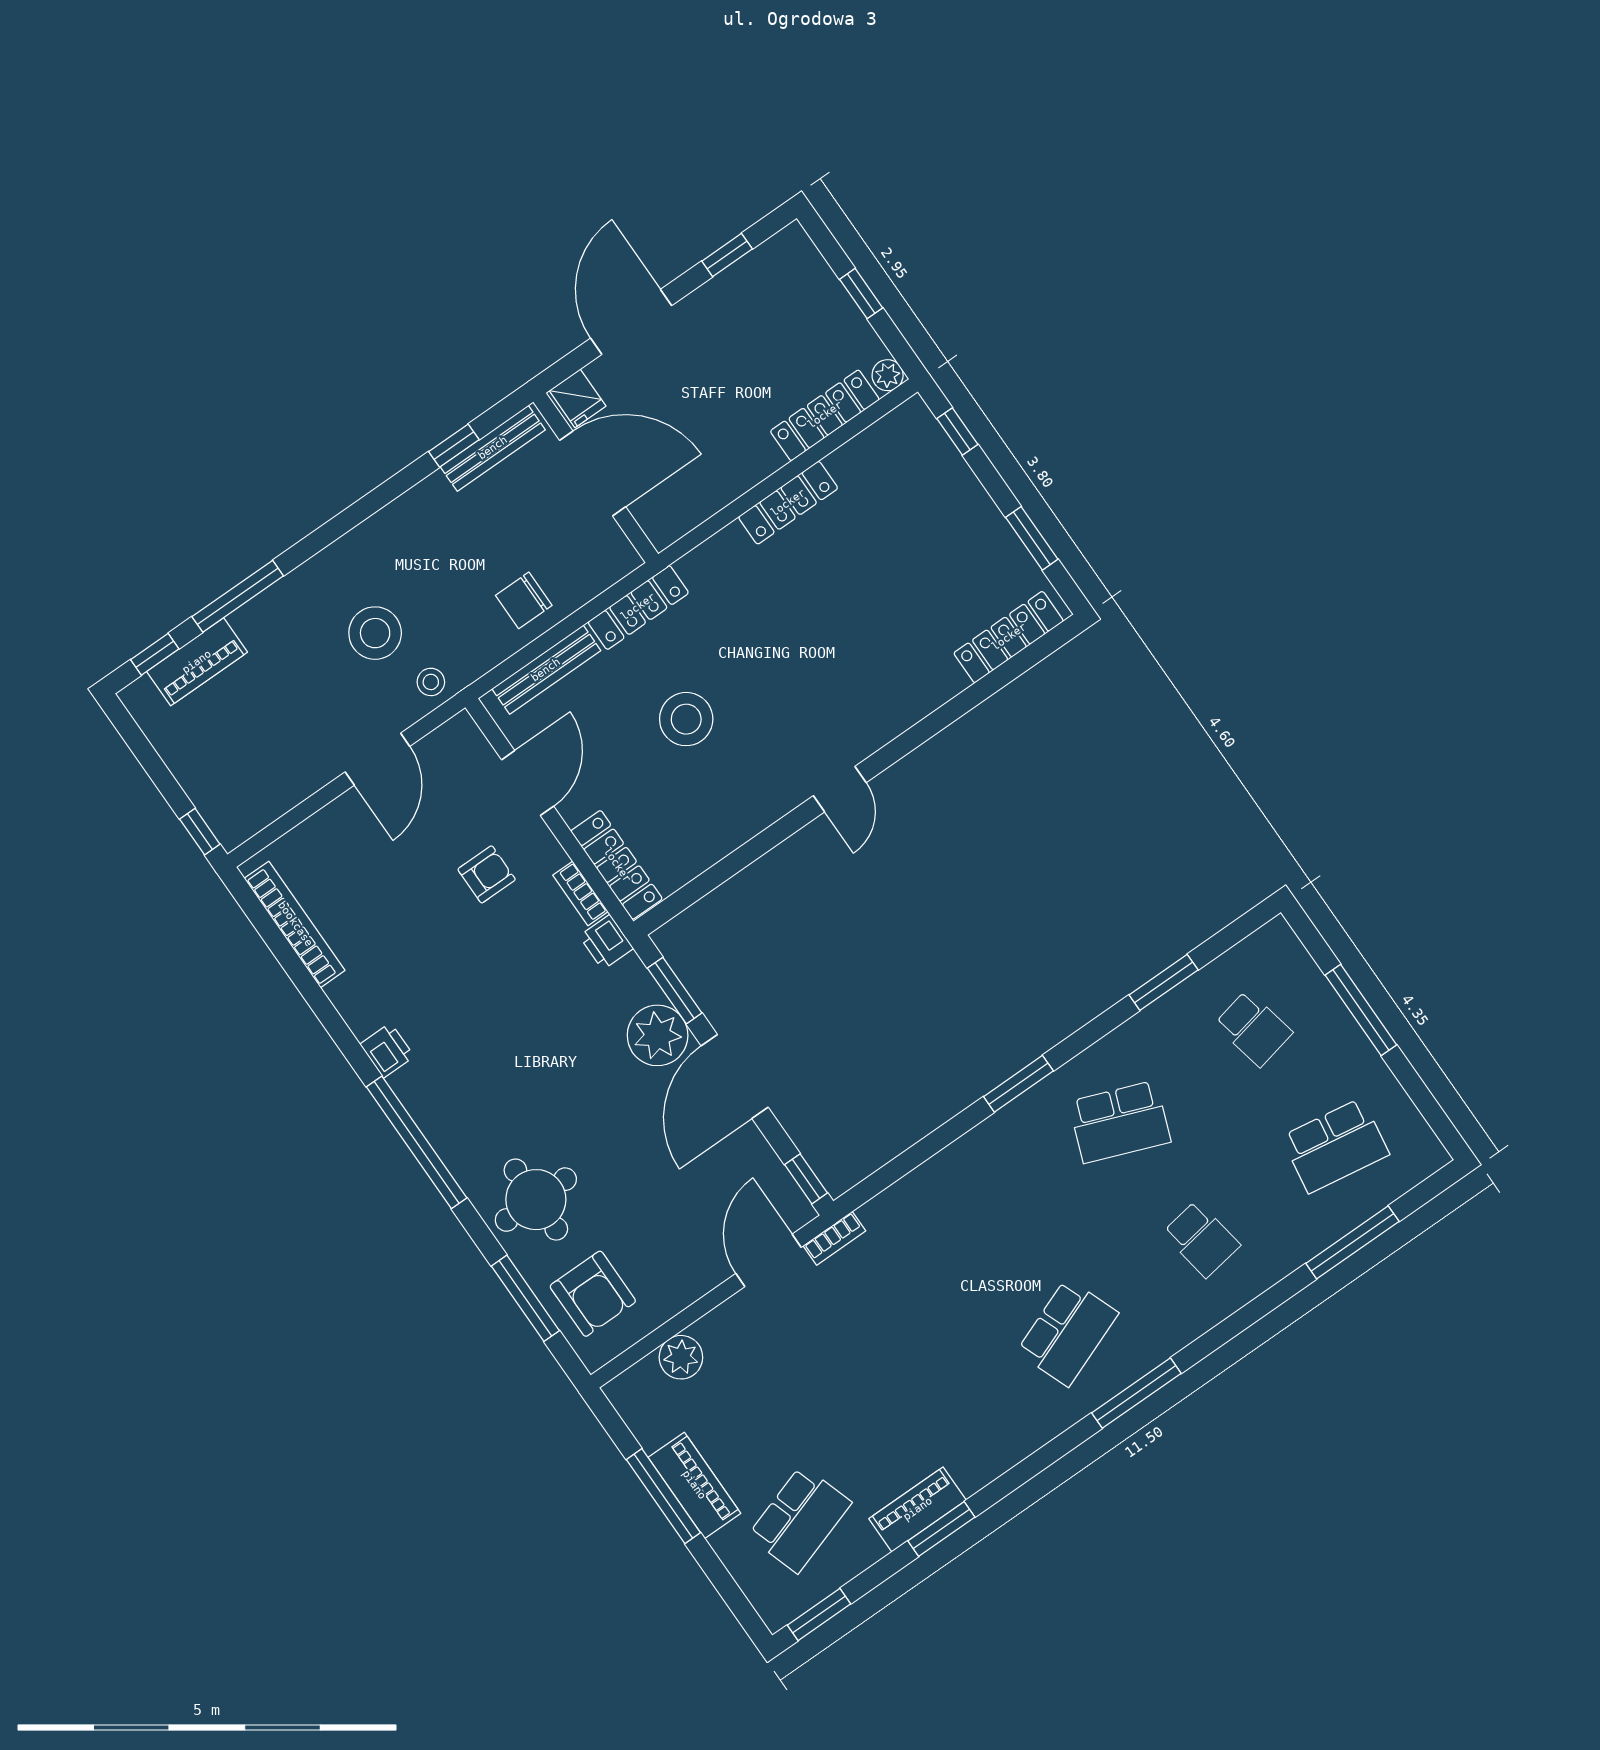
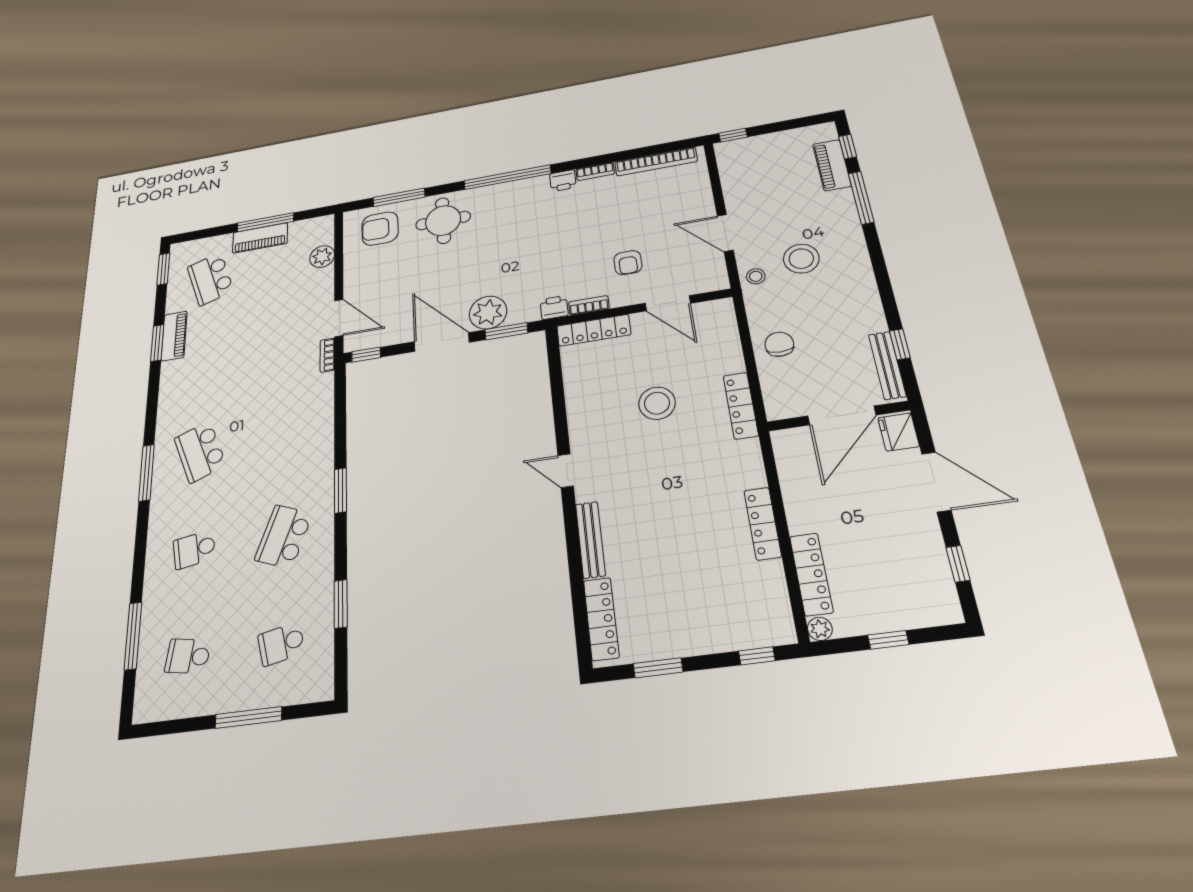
fridge: (578, 398) -> (899, 432), width x1.38
bench: (546, 670) -> (590, 540), moved
bookcase: (350, 1009) -> (595, 171), added
school desk: (1335, 1146) -> (188, 656), width x0.54

